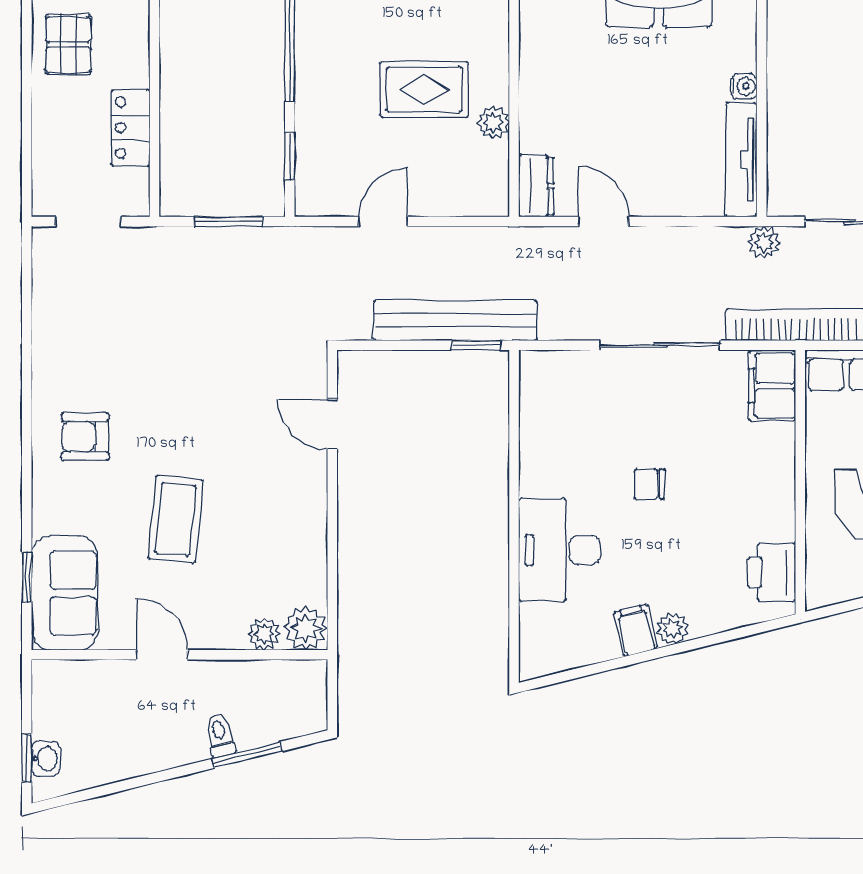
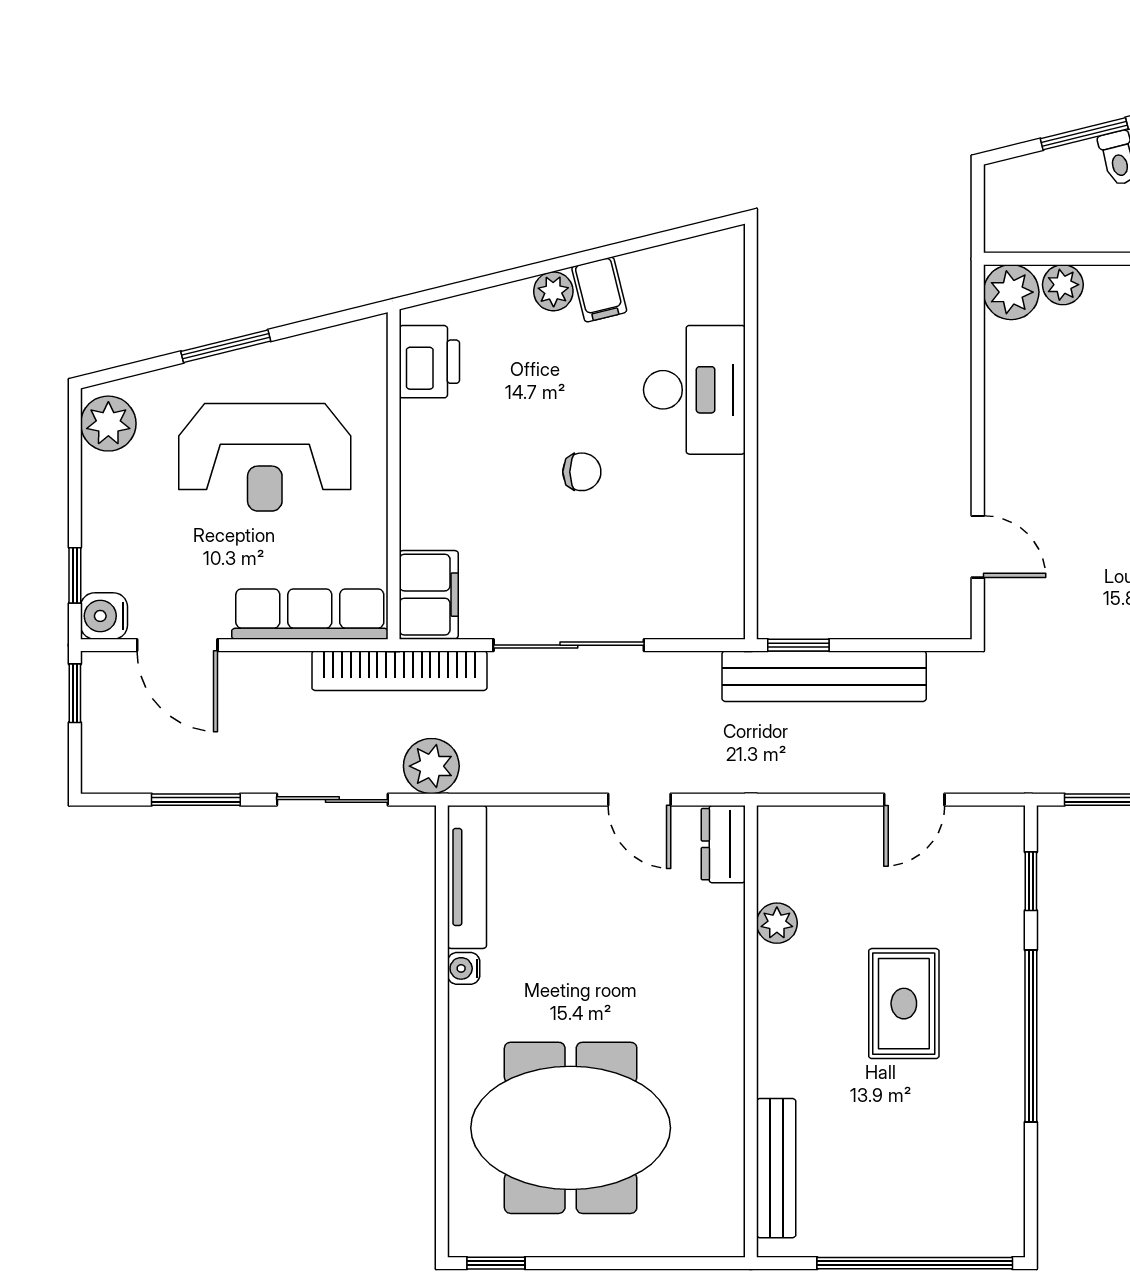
rug: (424, 89) -> (904, 1004), moved, turned 90
plant: (764, 242) -> (431, 766), width x1.38, depth x1.38

